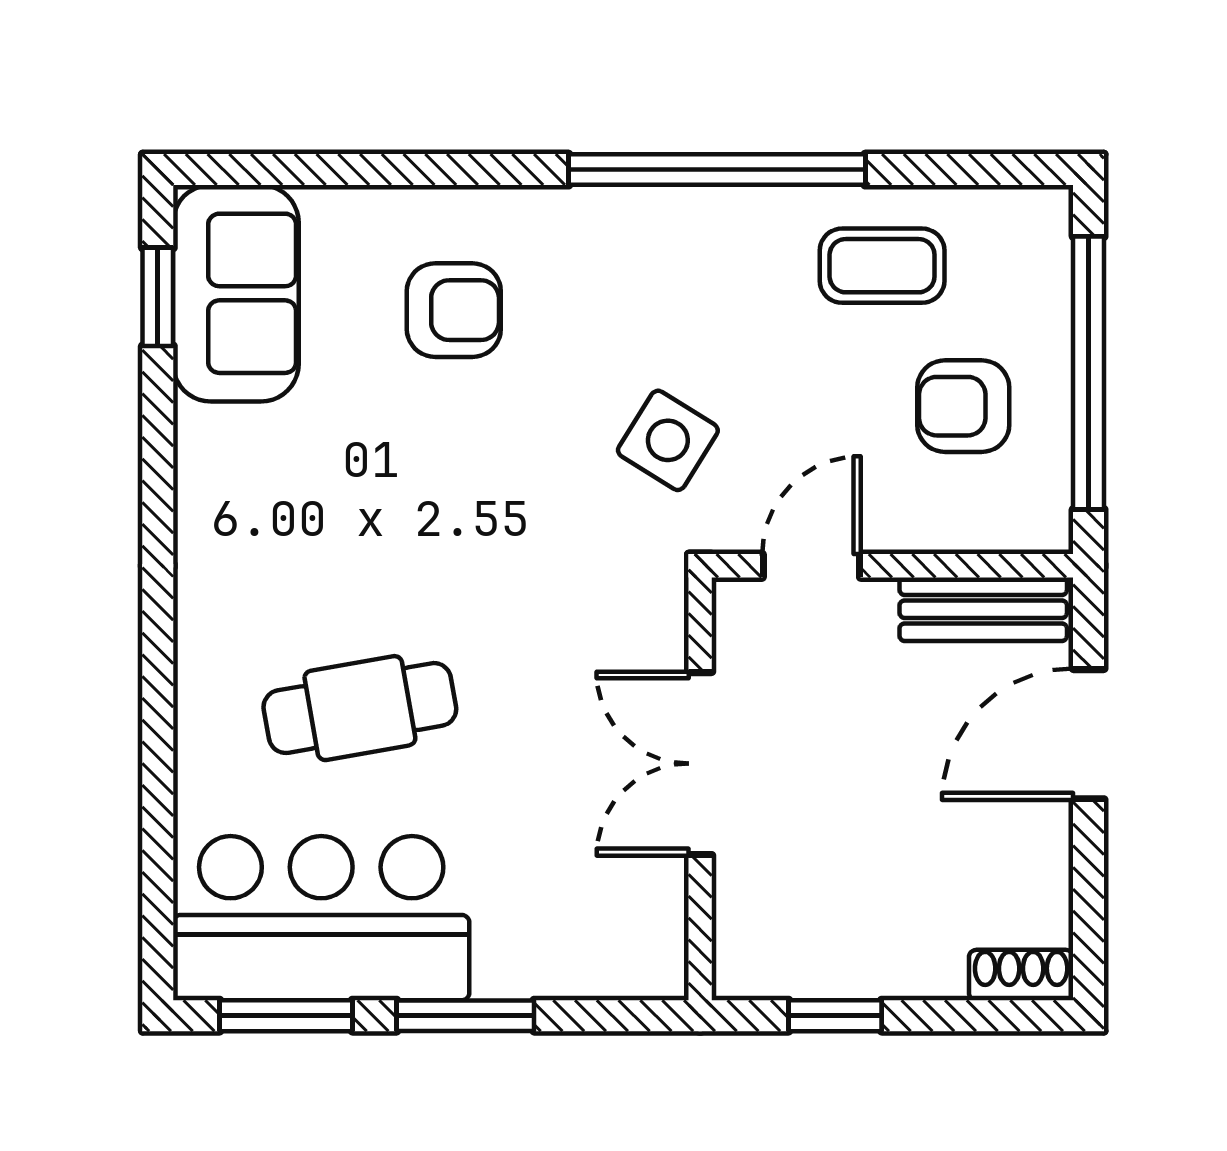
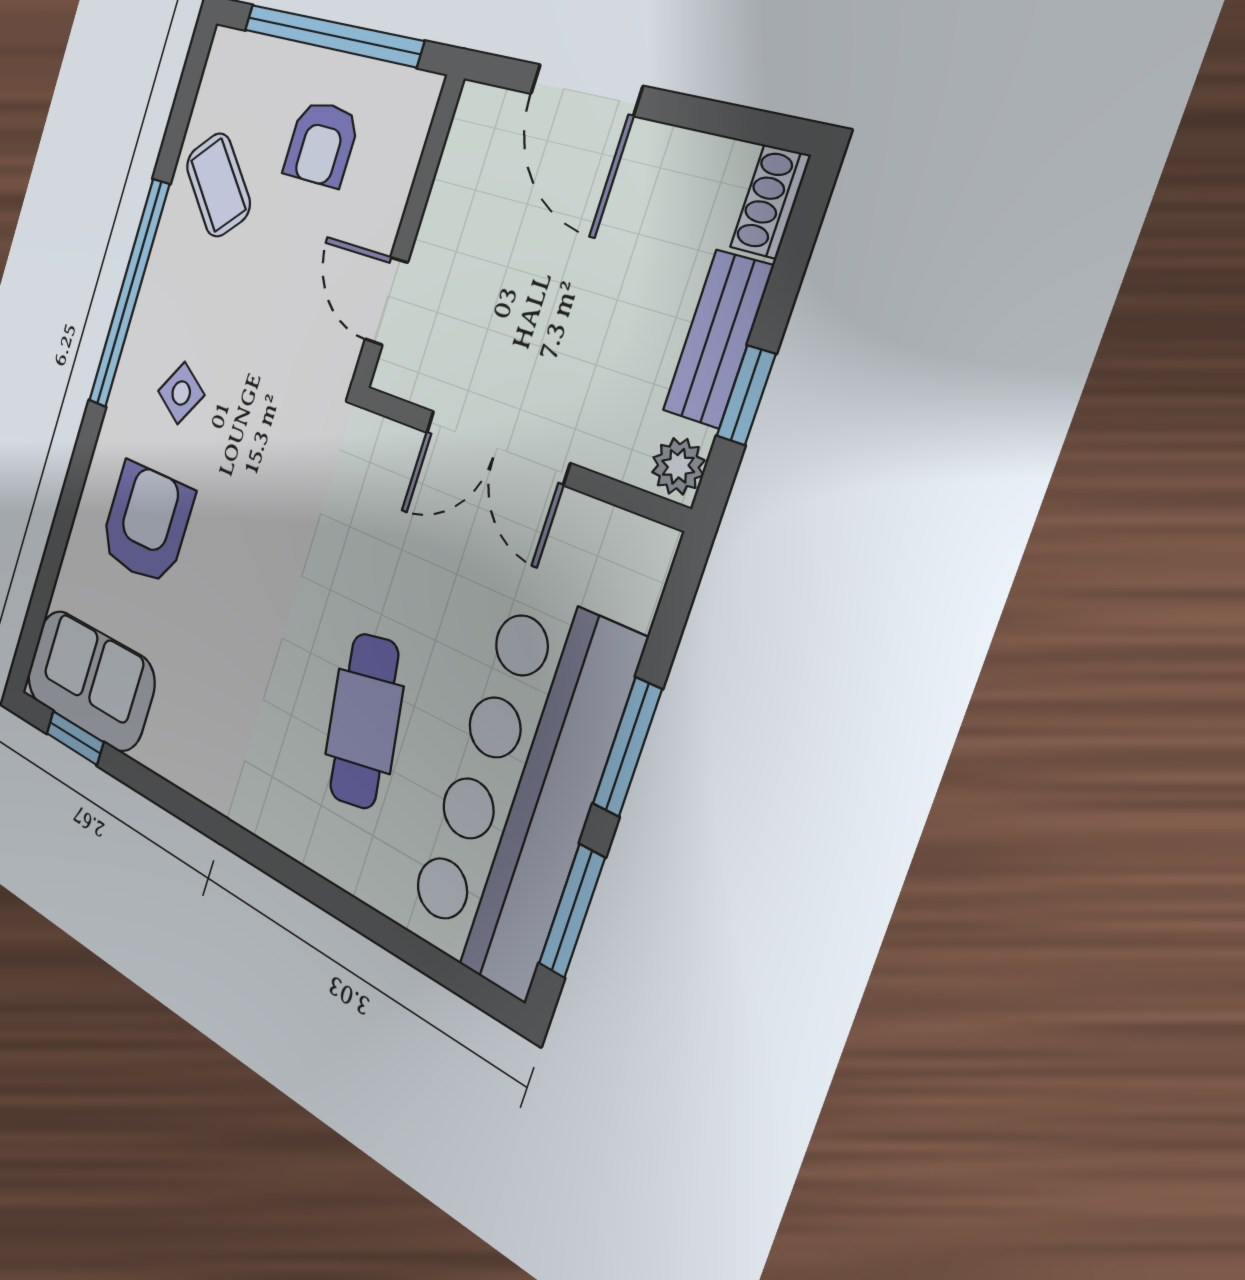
coffee table: (882, 266) -> (218, 185), turned -44
armchair: (454, 310) -> (146, 523), width x1.38, depth x1.38
side table: (668, 440) -> (181, 393), moved, width x0.73, depth x0.73
bench: (983, 609) -> (718, 339), moved
bar counter: (321, 918) -> (521, 789), width x1.36
plant: (747, 971) -> (678, 466), added

